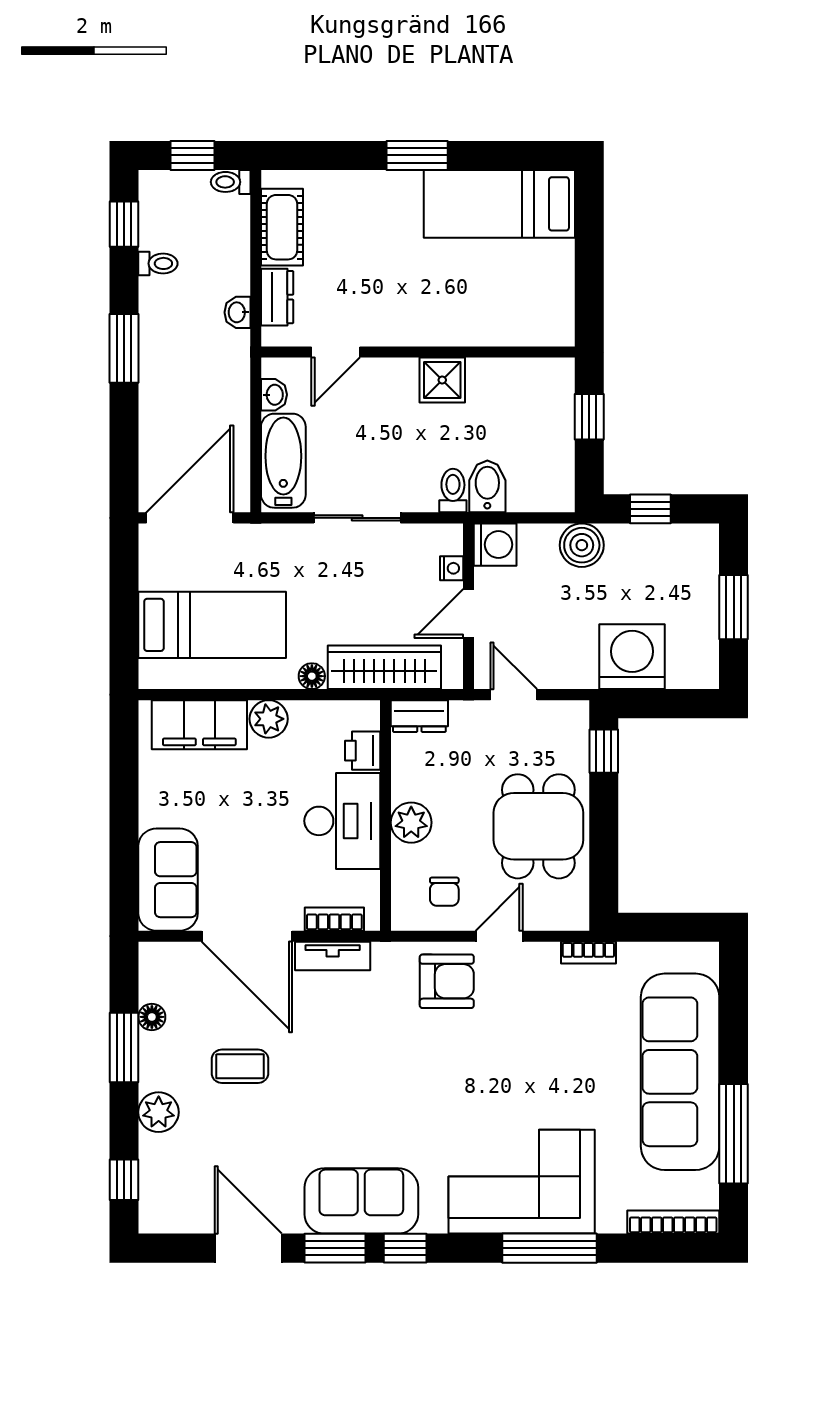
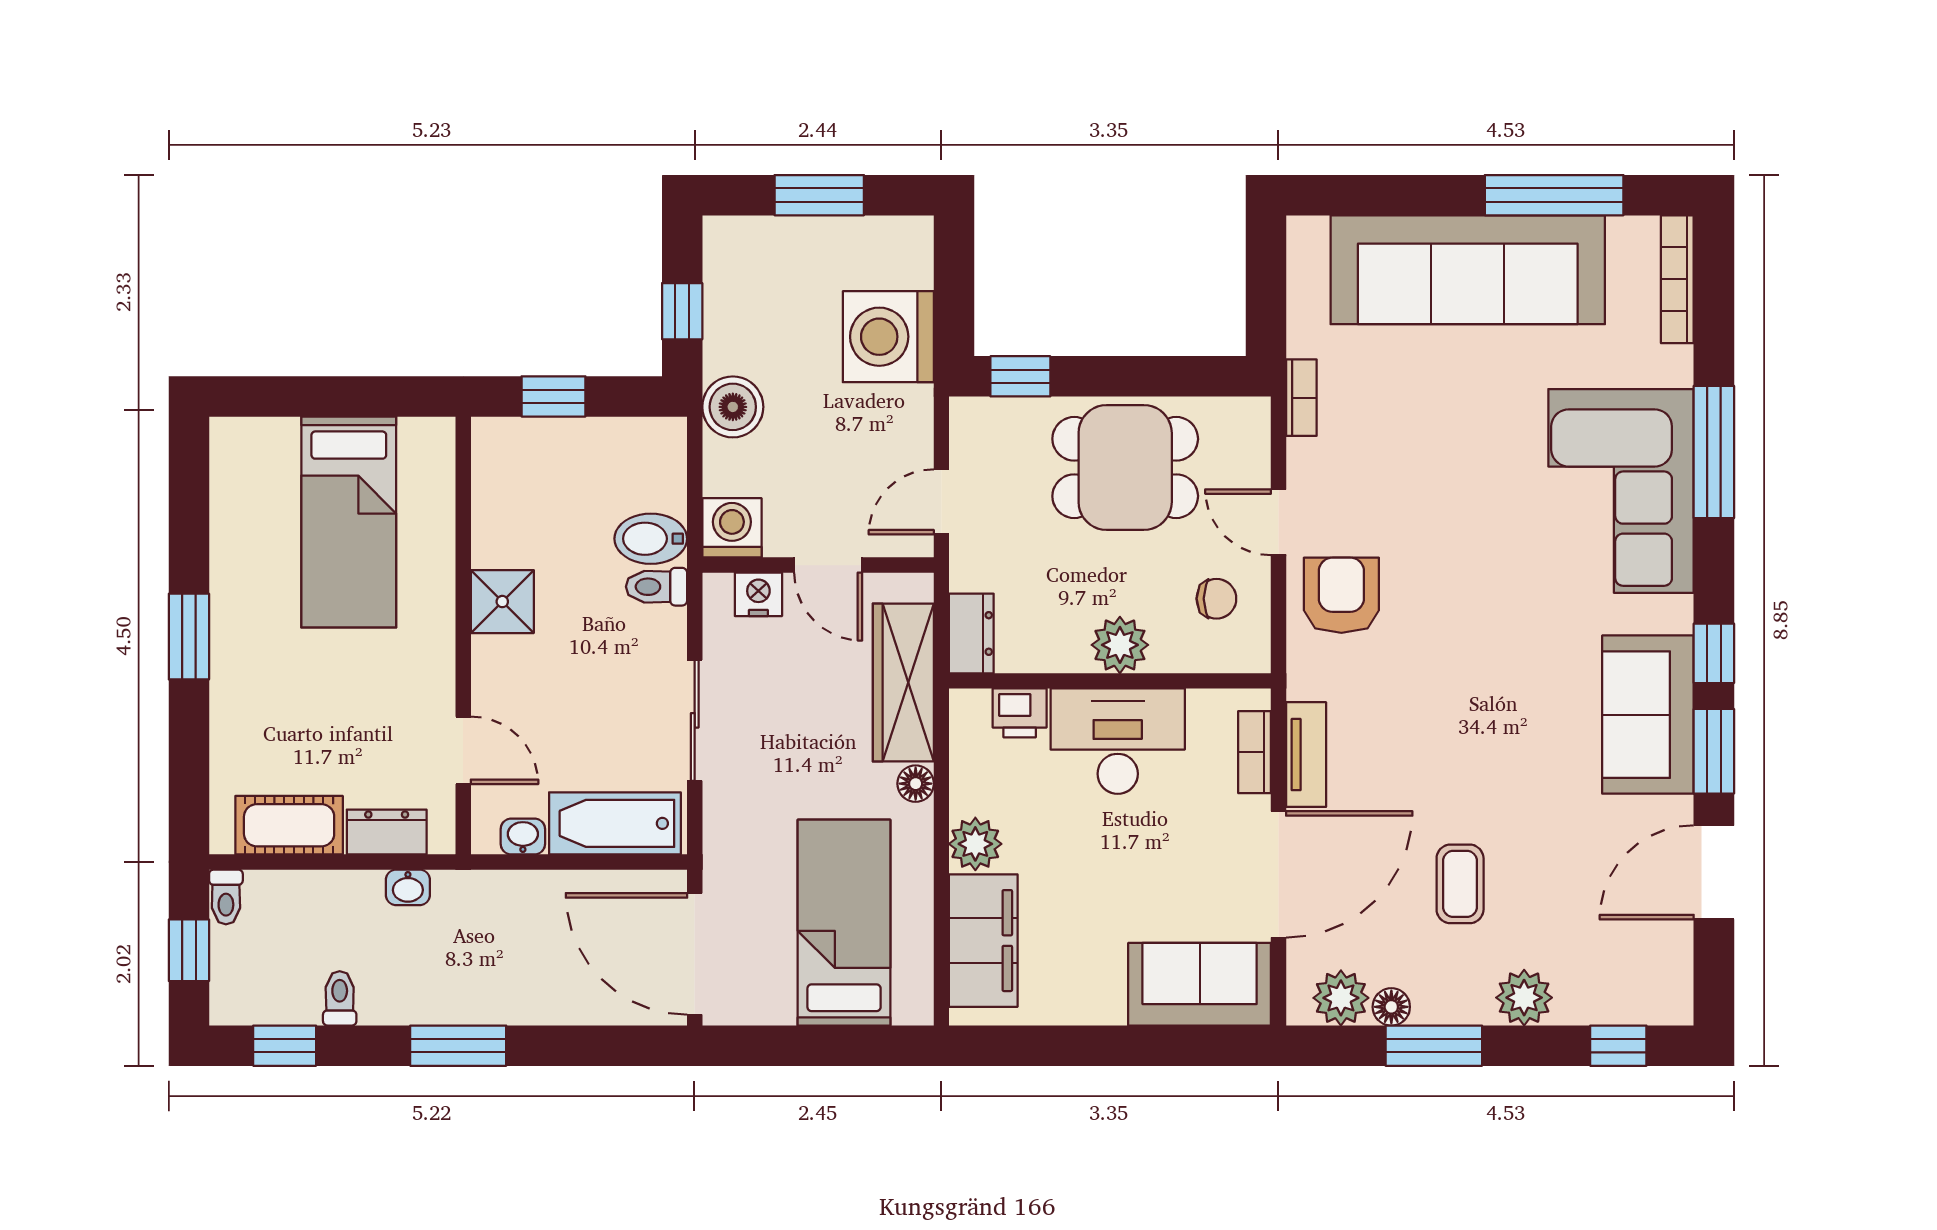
bed: (499, 204) -> (349, 522), moved
nightstand: (452, 568) -> (758, 594), width x1.39, depth x1.35
plant: (158, 981) -> (1341, 998), added

